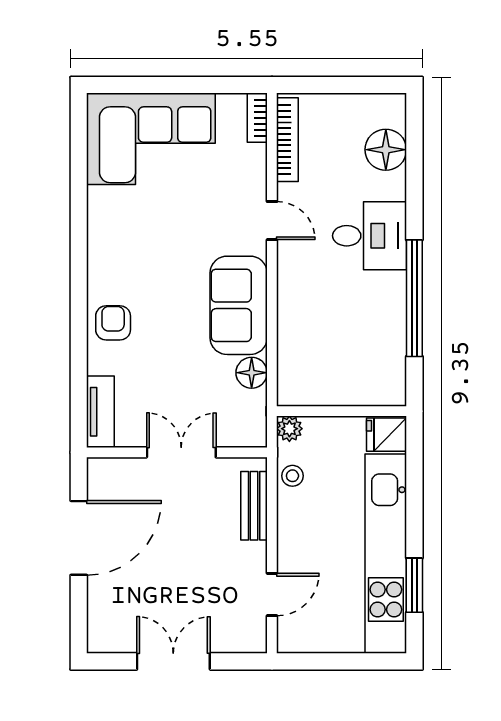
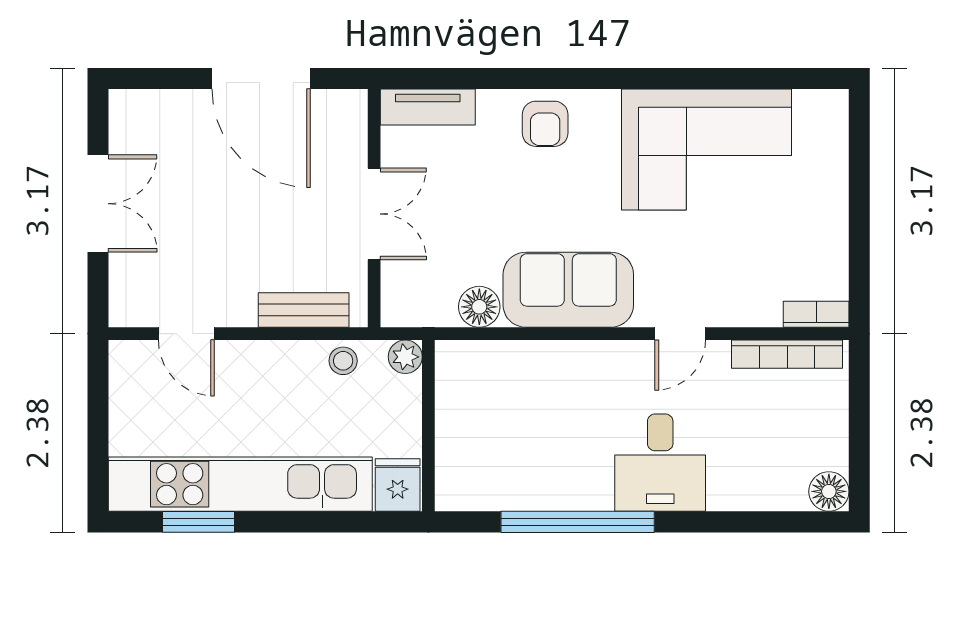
corner sofa: (151, 139) -> (707, 149), moved, turned -90
floor lamp: (386, 150) -> (829, 491), moved, width x0.73, depth x0.73
armchair: (113, 323) -> (545, 124), turned 90

